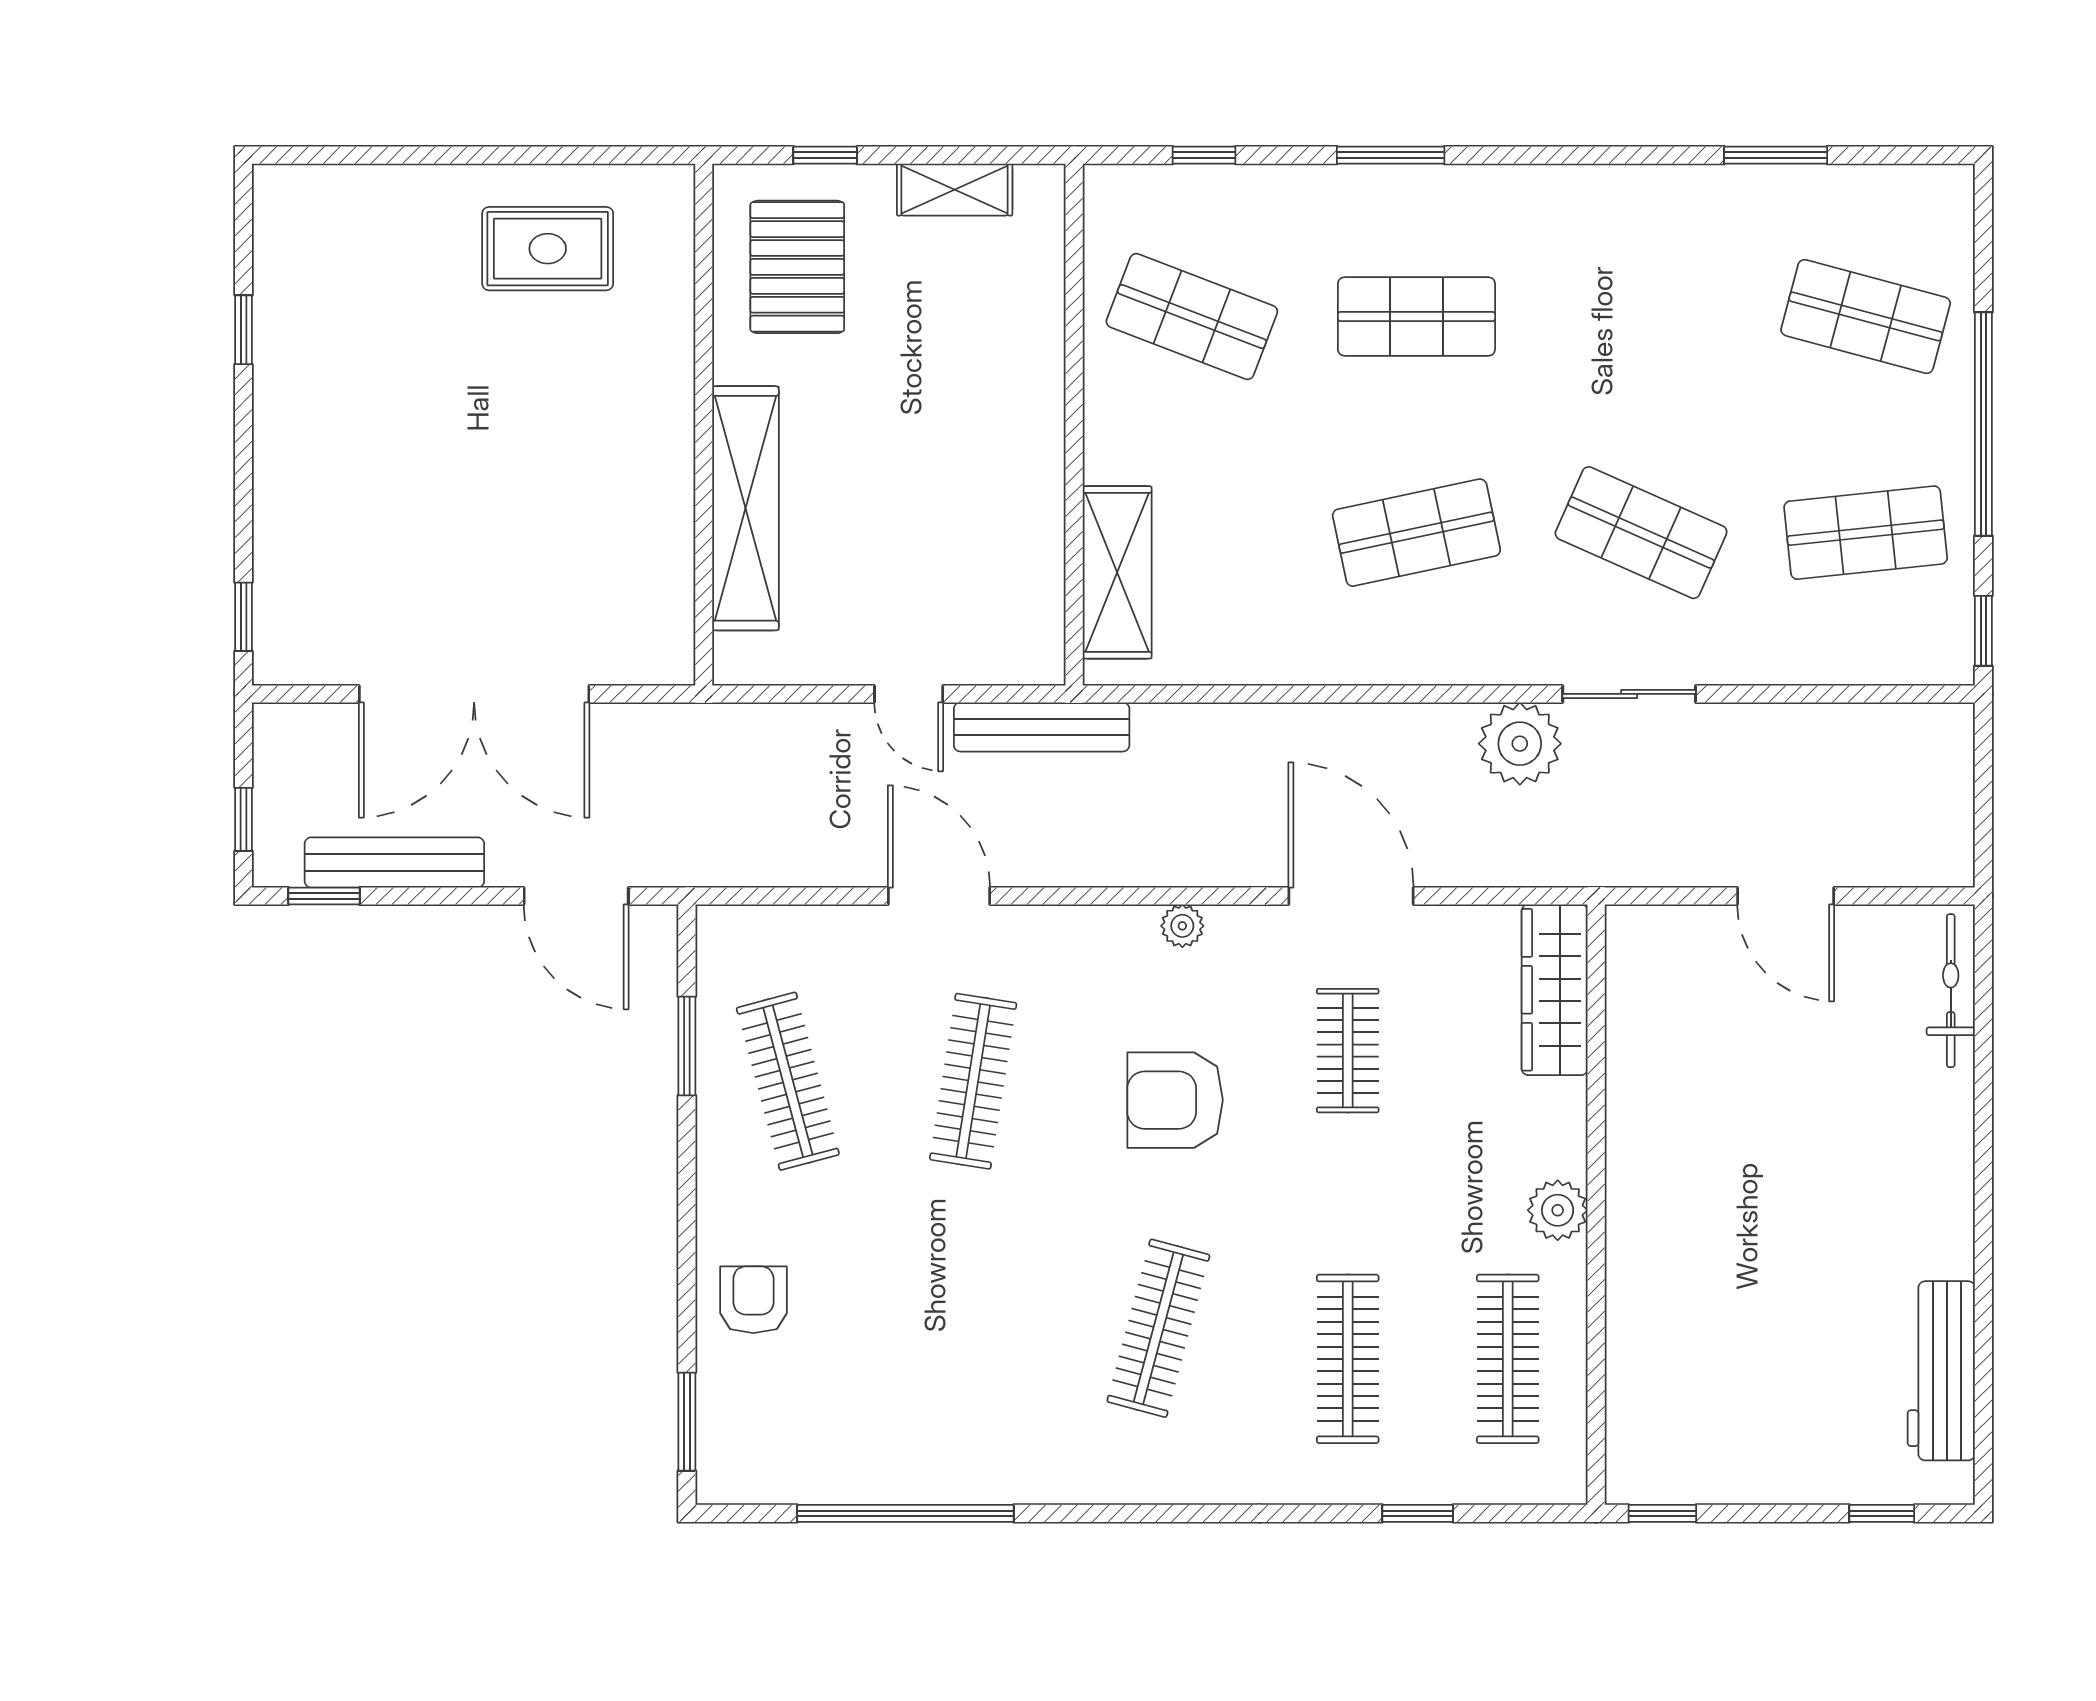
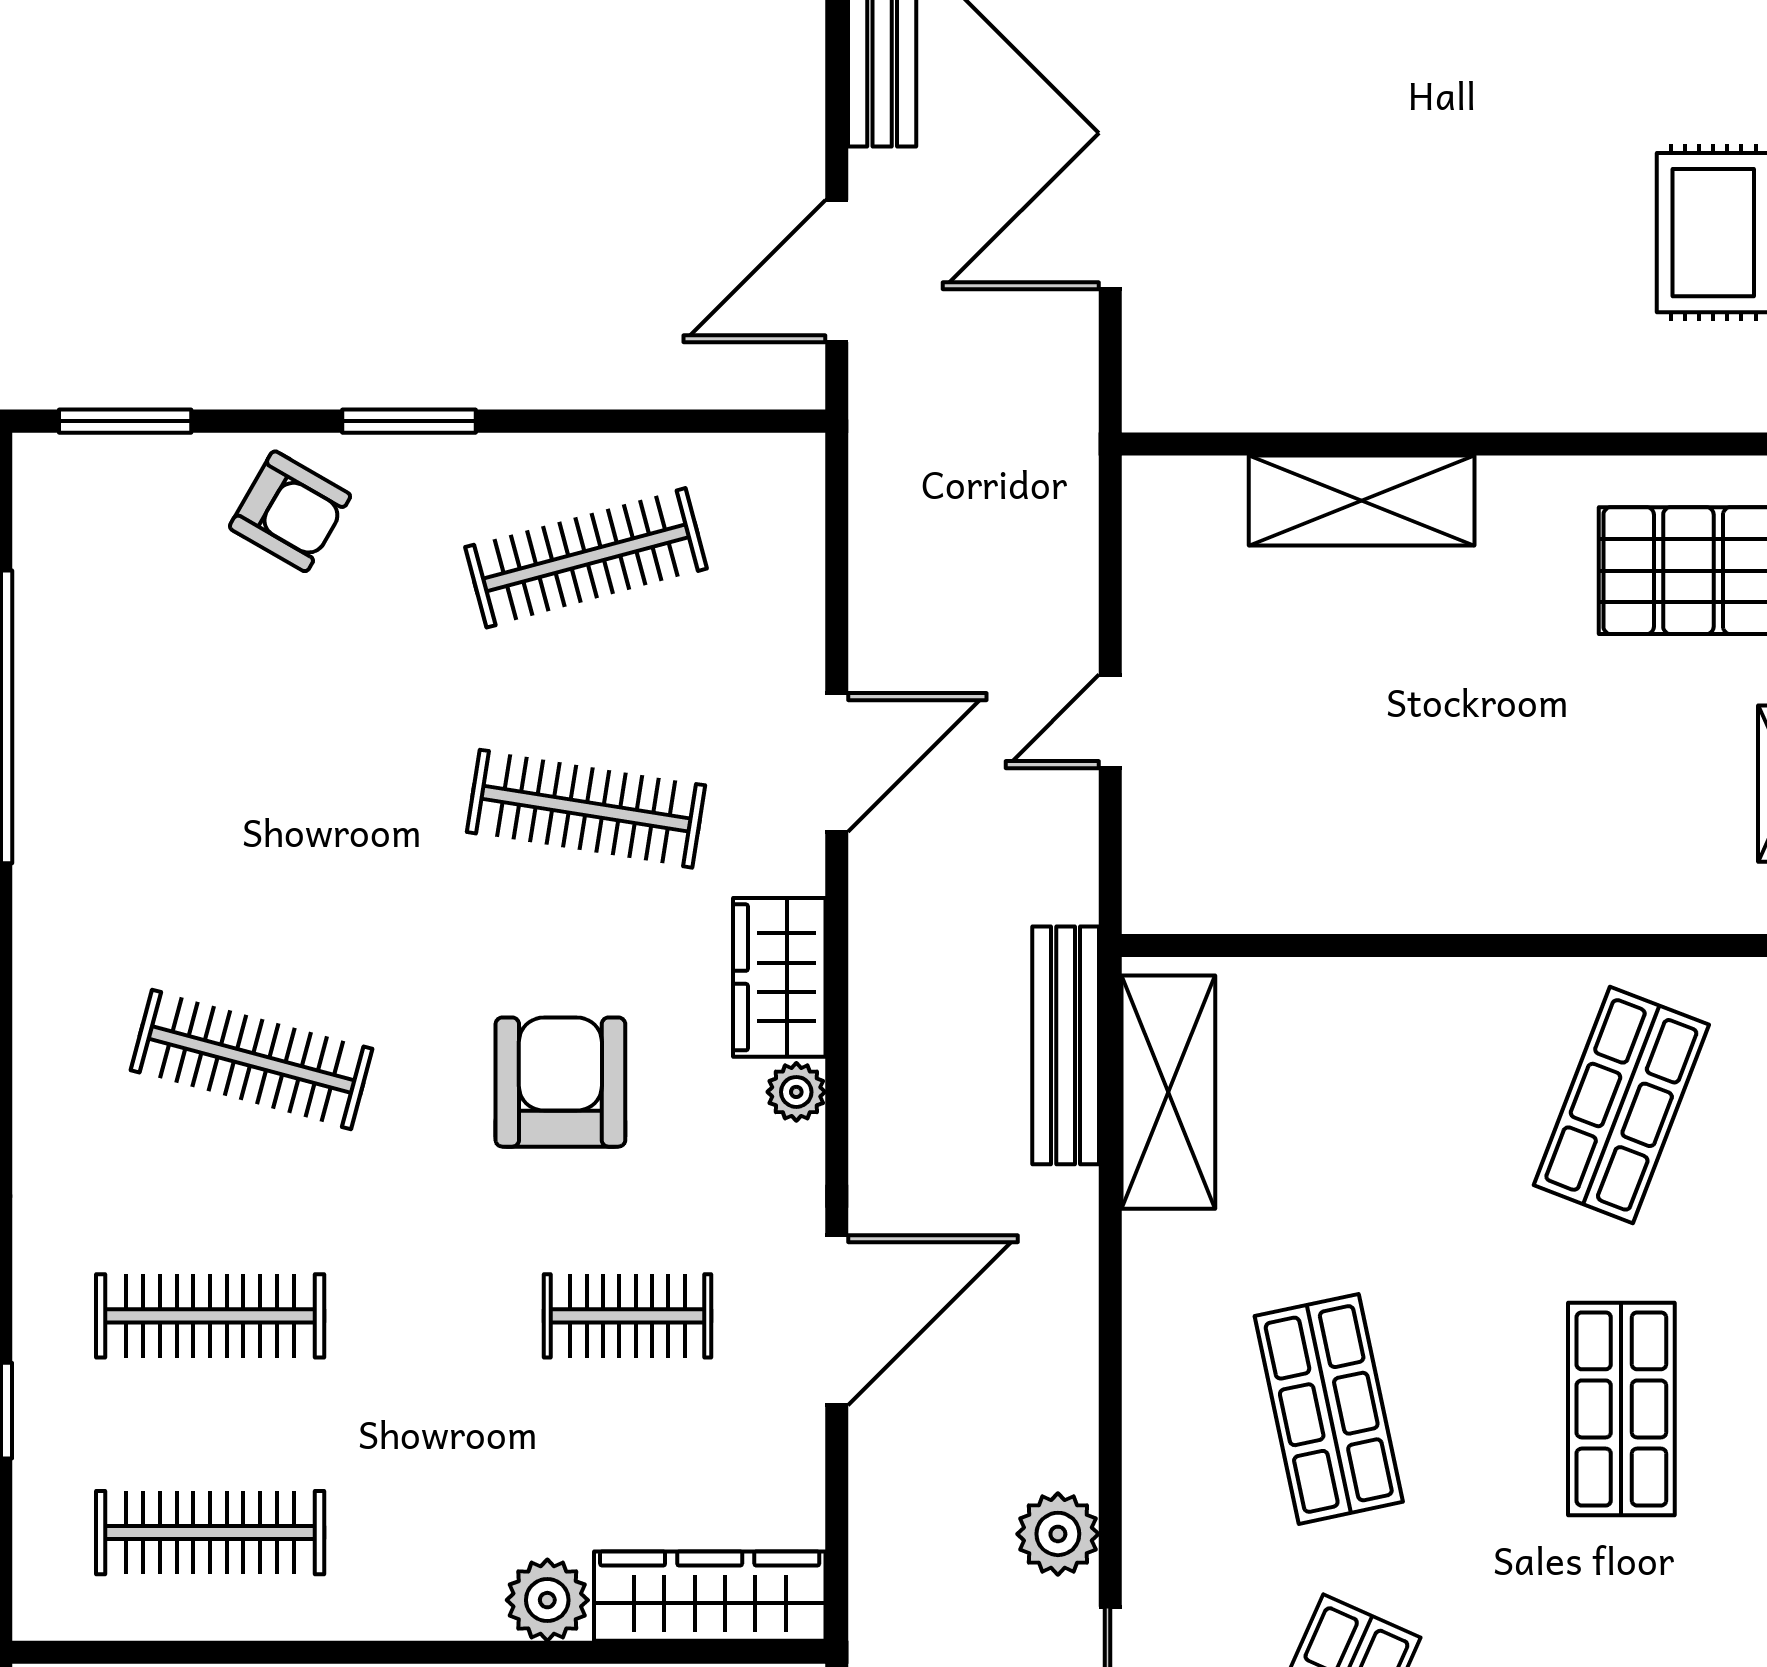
shelving: (745, 508) -> (1362, 500), width x0.68
shelving: (1117, 572) -> (1168, 1092), moved, turned 90
bench: (1042, 727) -> (1066, 1045), moved
plant: (1520, 744) -> (1058, 1534), width x0.73, depth x0.73
wardrobe: (1098, 938) -> (779, 977), added
window: (687, 1046) -> (409, 421), moved
plant: (1558, 1210) -> (547, 1600), moved
armchair: (753, 1300) -> (290, 511), turned 30

